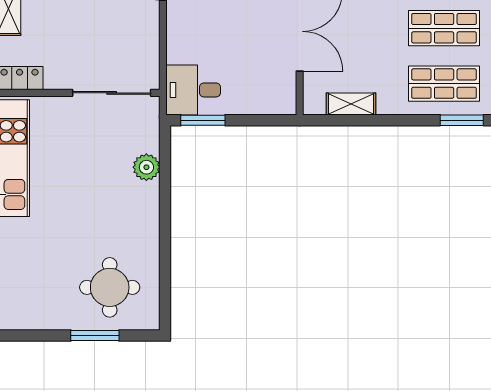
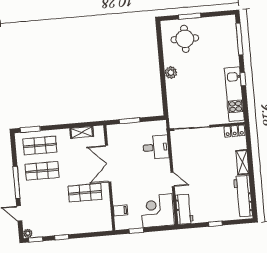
desk: (193, 90) -> (156, 147), moved
window: (203, 120) -> (130, 121), moved
plant: (146, 167) -> (171, 73), moved

